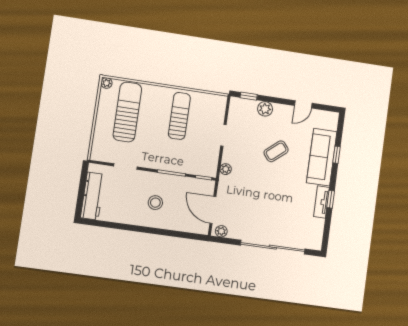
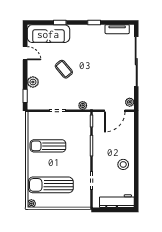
sofa: (322, 157) -> (48, 34), moved
tv unit: (322, 202) -> (117, 29), moved
stool: (155, 203) -> (123, 164), moved

